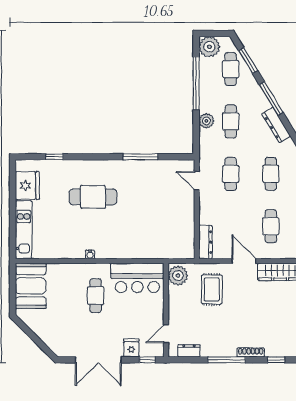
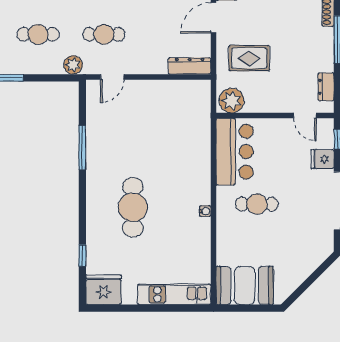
plant: (206, 121) -> (73, 65), moved
fridge: (27, 186) -> (104, 290), moved

